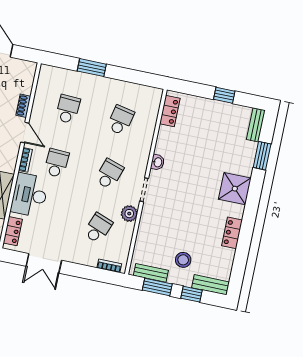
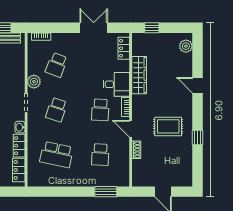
window: (92, 68) -> (106, 192), moved
school desk: (121, 120) -> (56, 155), width x1.85
locker: (163, 140) -> (19, 146), added
desk: (30, 195) -> (116, 84), width x0.73

